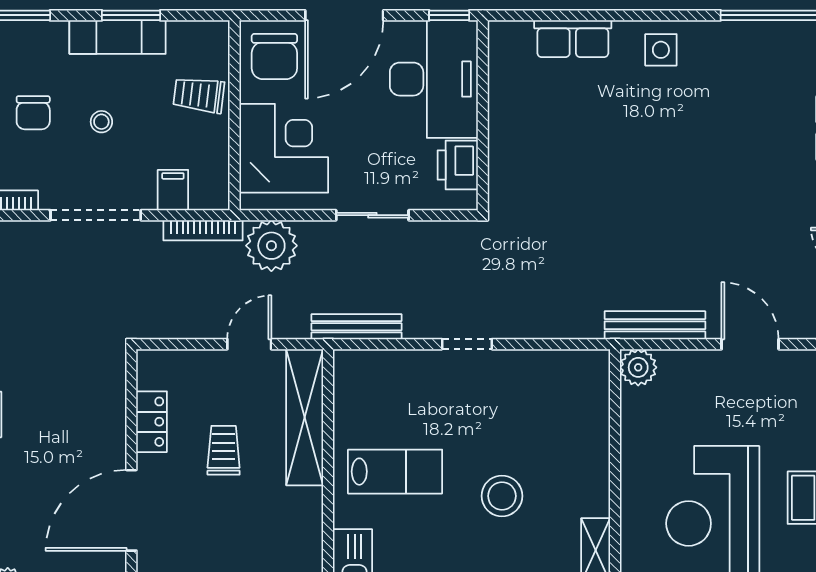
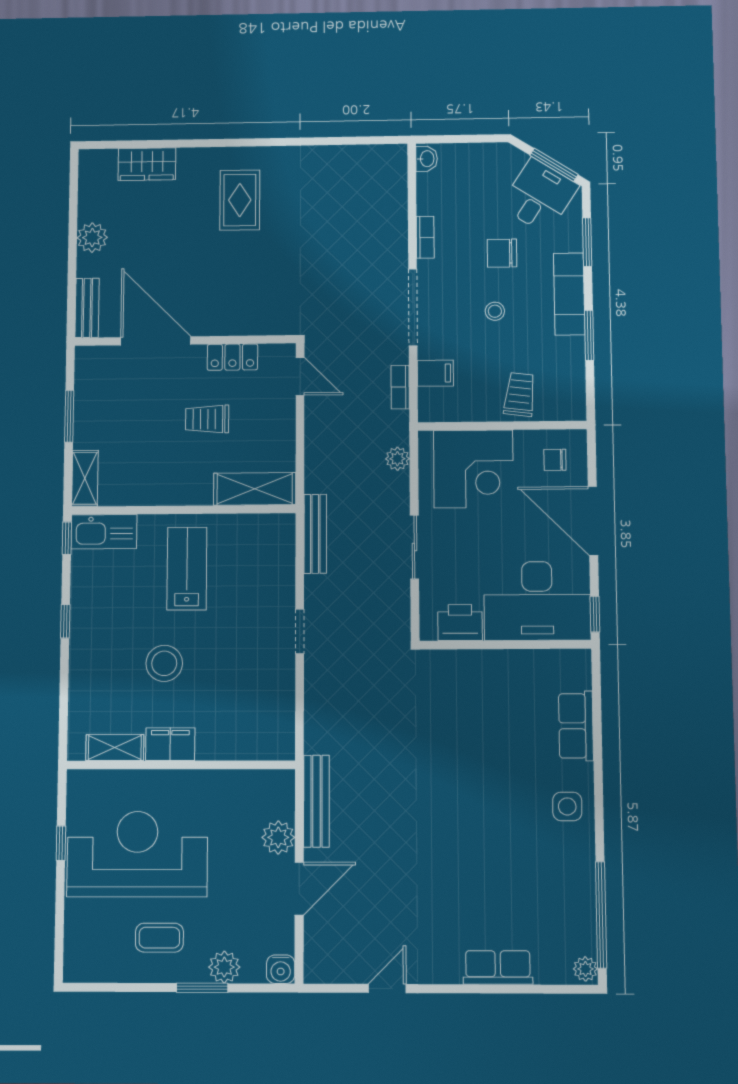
exam couch: (118, 37) -> (569, 294), moved
chair: (274, 57) -> (555, 460), width x0.54, depth x0.54
bookcase: (203, 230) -> (400, 387), width x0.64
plant: (271, 246) -> (397, 459), width x0.53, depth x0.53
door: (249, 344) -> (300, 376), moved
plant: (638, 367) -> (278, 837), moved
shelving: (305, 417) -> (255, 489), width x0.68
trolley: (224, 450) -> (207, 419), turned 180
lab bench: (395, 472) -> (187, 569), turned 180
filing cabinet: (592, 488) -> (170, 744), added

